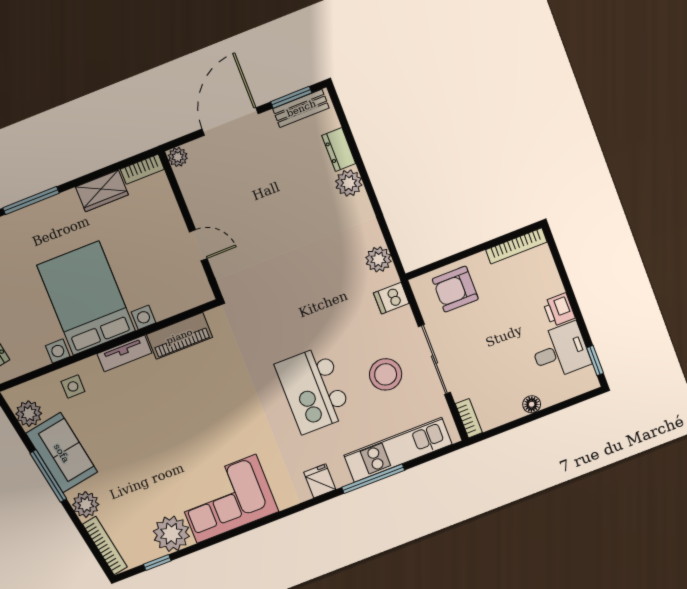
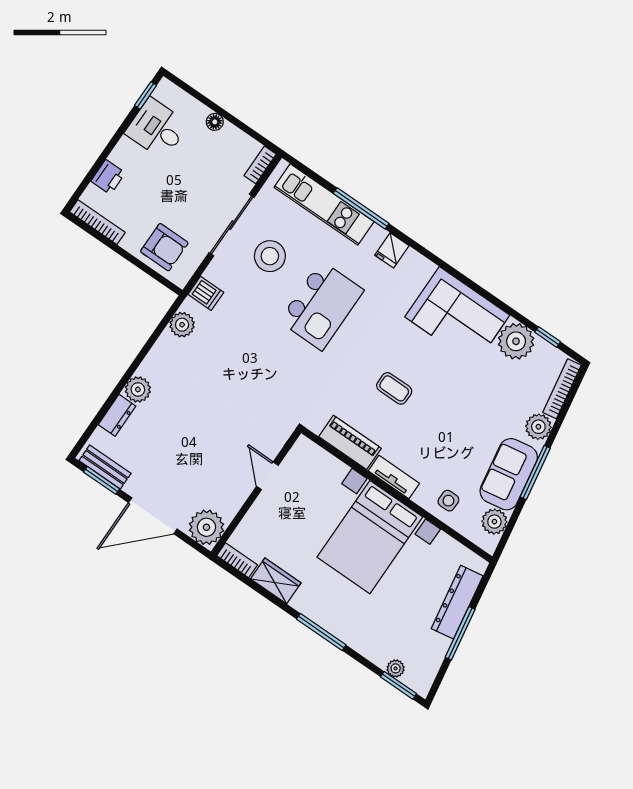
plant: (178, 157) -> (206, 527), width x1.88, depth x1.88
printer: (559, 310) -> (108, 177), moved
coffee table: (201, 404) -> (394, 388), added

